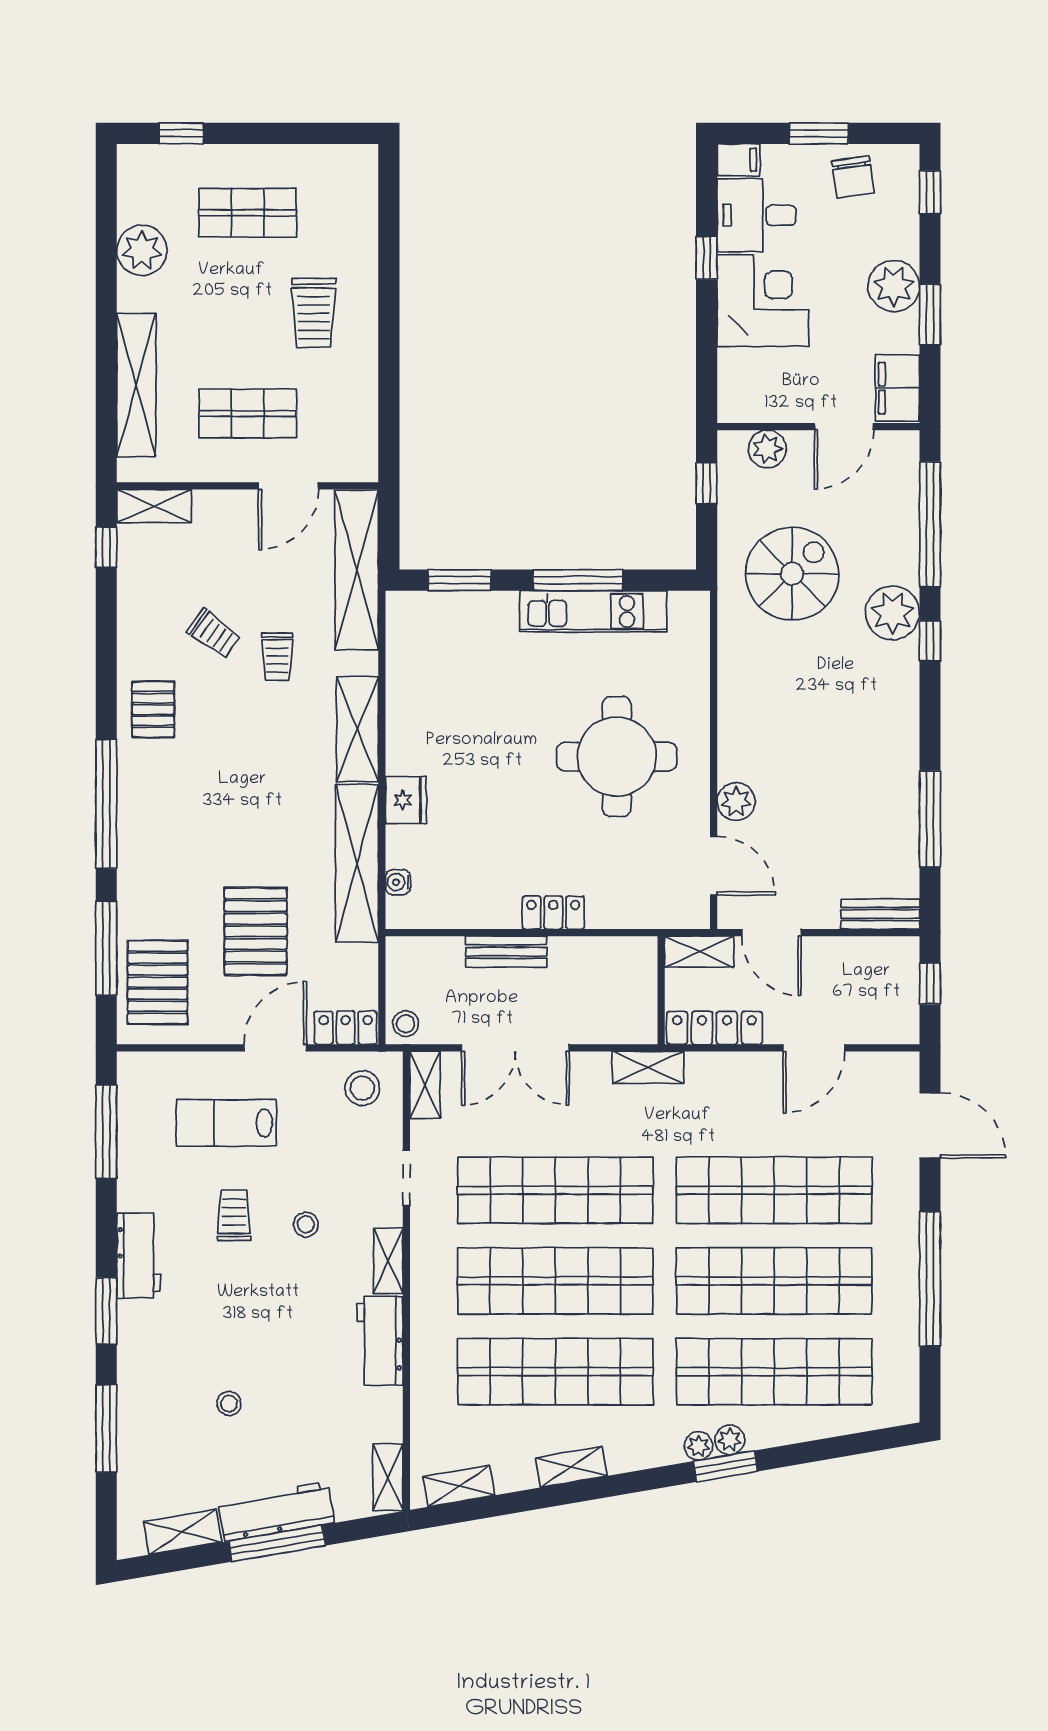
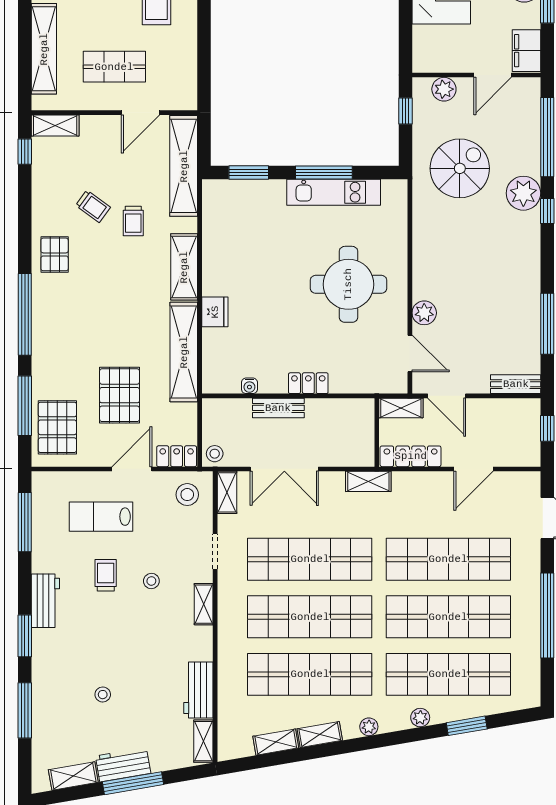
water cooler: (398, 882) -> (249, 386), moved, turned -90
workbench: (380, 1341) -> (198, 690), moved
plant: (699, 1446) -> (369, 727), moved
window: (725, 1466) -> (467, 726), moved
shelving: (459, 1486) -> (276, 742), moved
workbench: (276, 1512) -> (123, 765), width x0.73

